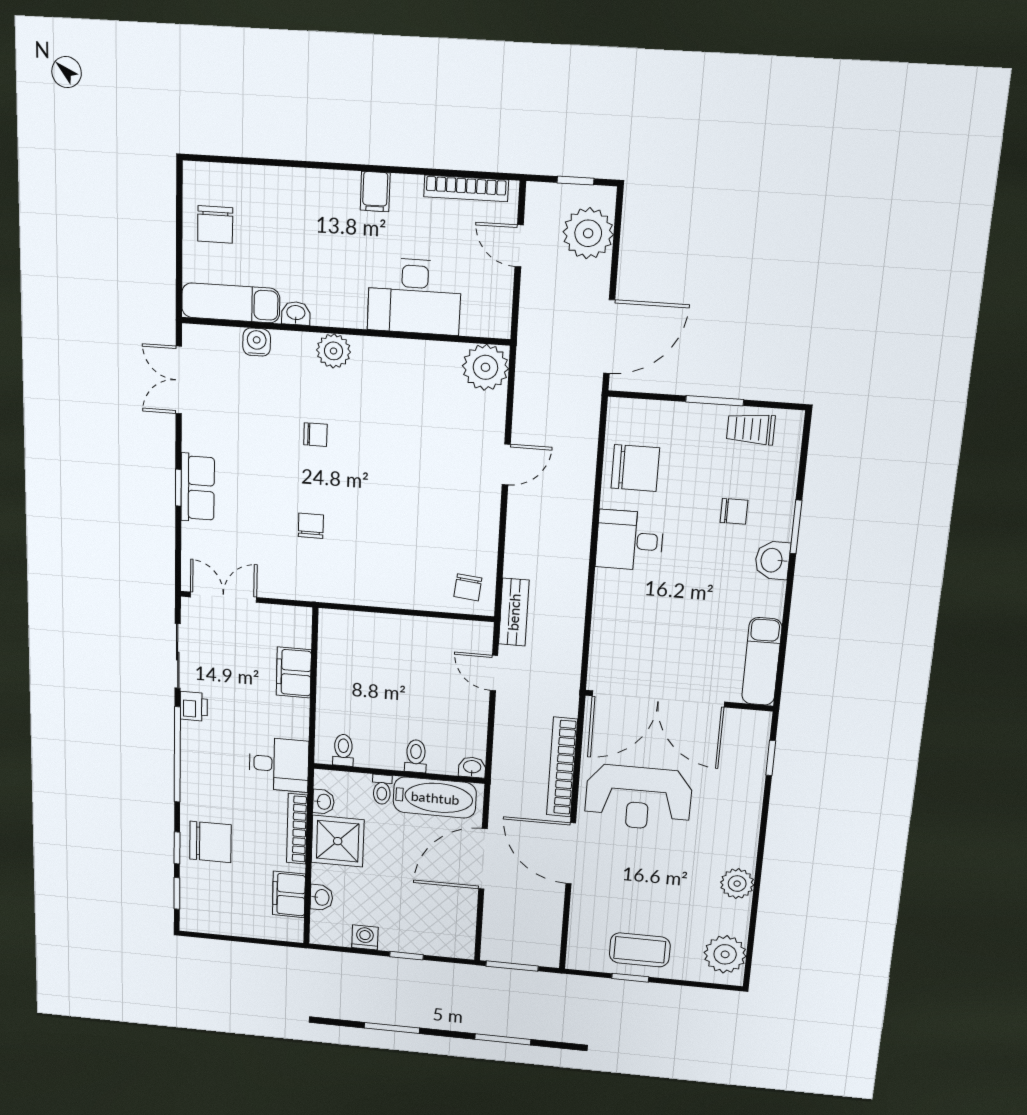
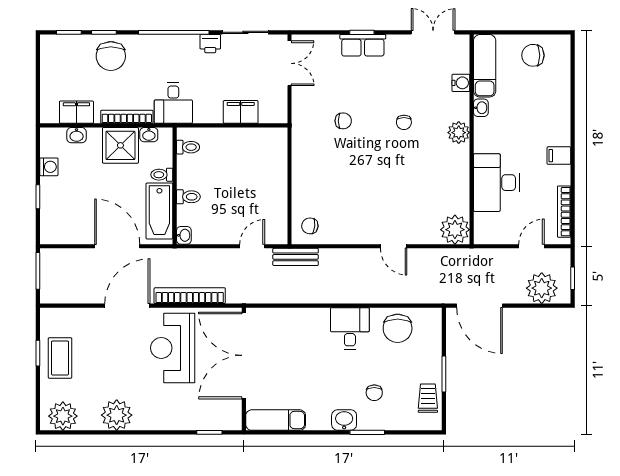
plant: (737, 884) -> (117, 415), width x1.36, depth x1.36

